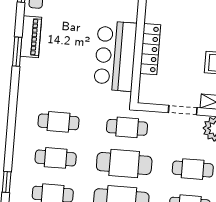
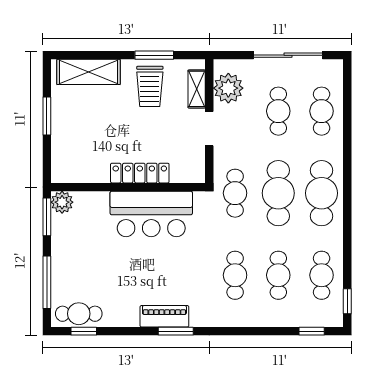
piano: (31, 37) -> (164, 316), moved
window: (17, 52) -> (176, 331), moved

